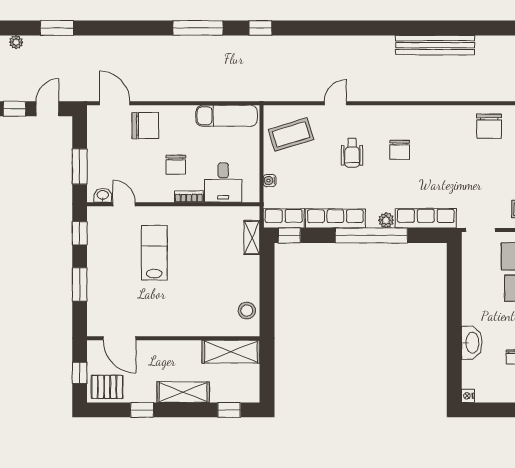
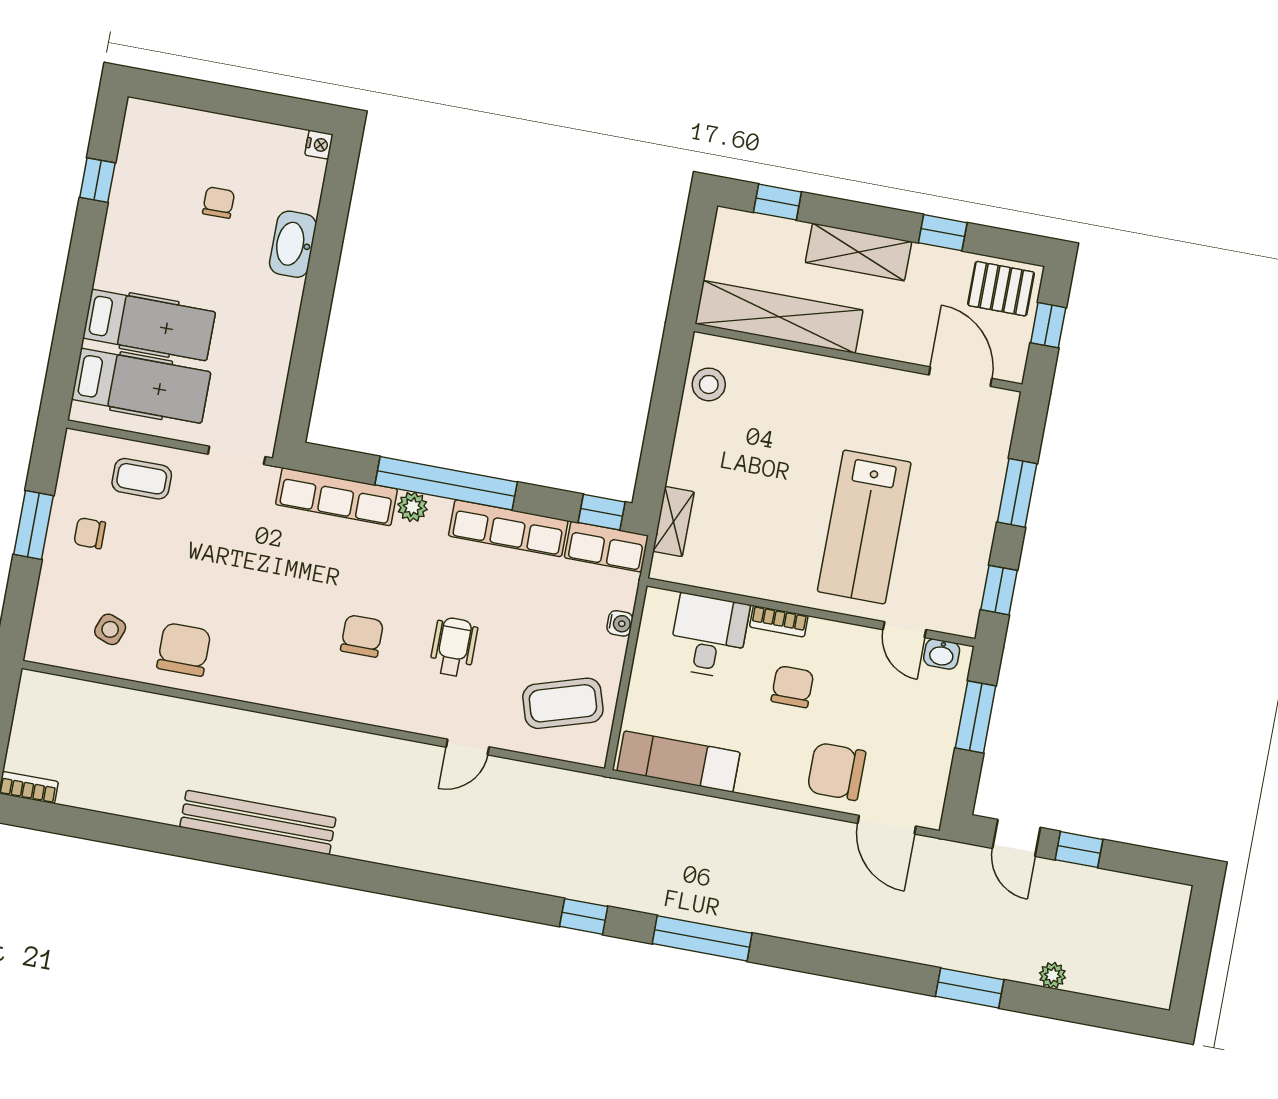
door: (47, 109) -> (1016, 838), hinge flipped
lab bench: (154, 253) -> (864, 527), width x1.36, depth x1.39
shelving: (231, 352) -> (779, 317), width x1.47

